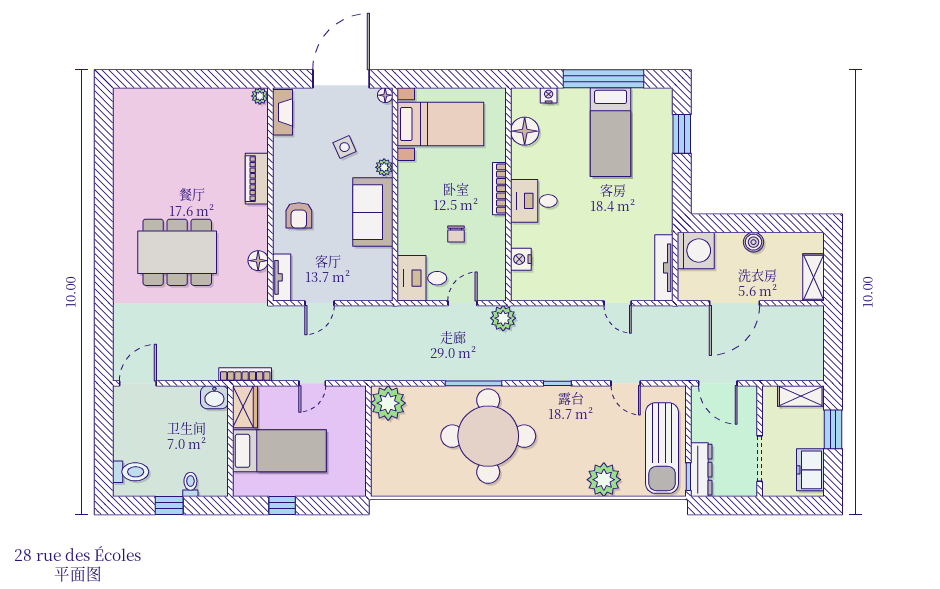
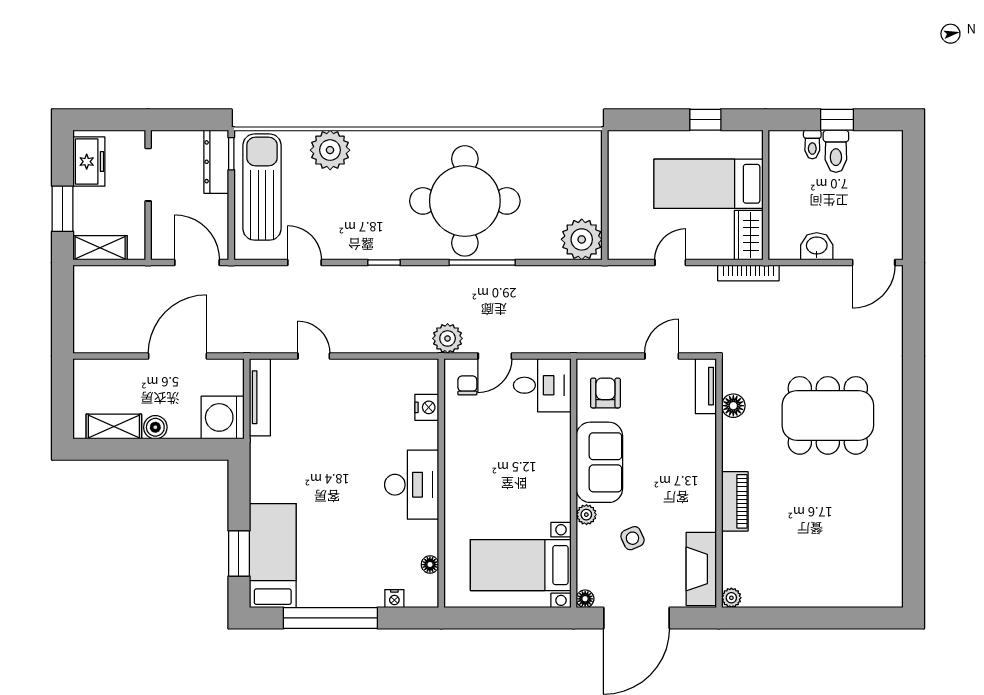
fireplace: (282, 112) -> (701, 569), width x1.37, depth x1.32
floor lamp: (525, 131) -> (430, 565), width x0.53, depth x0.53
bed: (611, 132) -> (273, 556), moved
bookcase: (499, 189) -> (452, 490), removed
desk: (534, 201) -> (412, 485), width x1.37
armchair: (299, 215) -> (605, 393), moved
chair: (456, 234) -> (467, 385), moved
shelving: (813, 277) -> (114, 427), moved, turned 90
washbasin: (214, 397) -> (817, 246), moved
toilet: (131, 472) -> (836, 151), moved, turned -90

